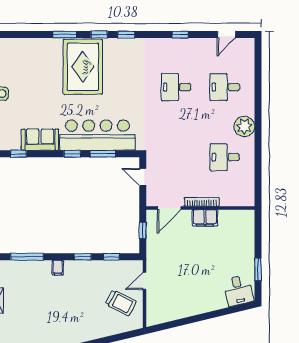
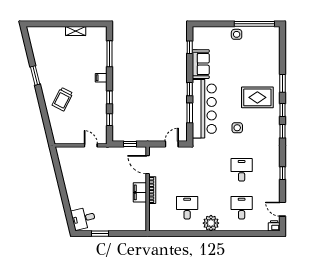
printer: (248, 45) -> (274, 226), added
rug: (83, 67) -> (257, 97), width x0.73, depth x0.69
side table: (122, 93) -> (237, 128), added
trolley: (121, 303) -> (63, 99), moved

